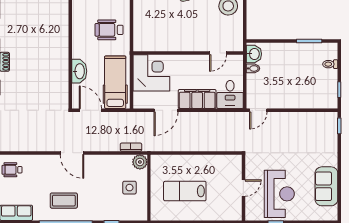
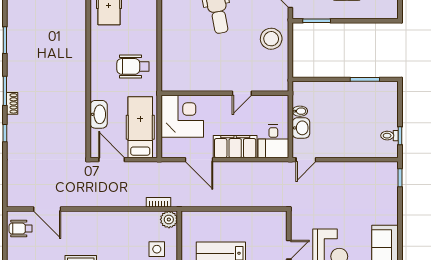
door: (218, 53) -> (242, 93), moved
washbasin: (254, 54) -> (301, 128), moved
toilet: (330, 64) -> (389, 136), moved
door: (166, 110) -> (199, 160), hinge flipped
door: (72, 153) -> (47, 209), moved

